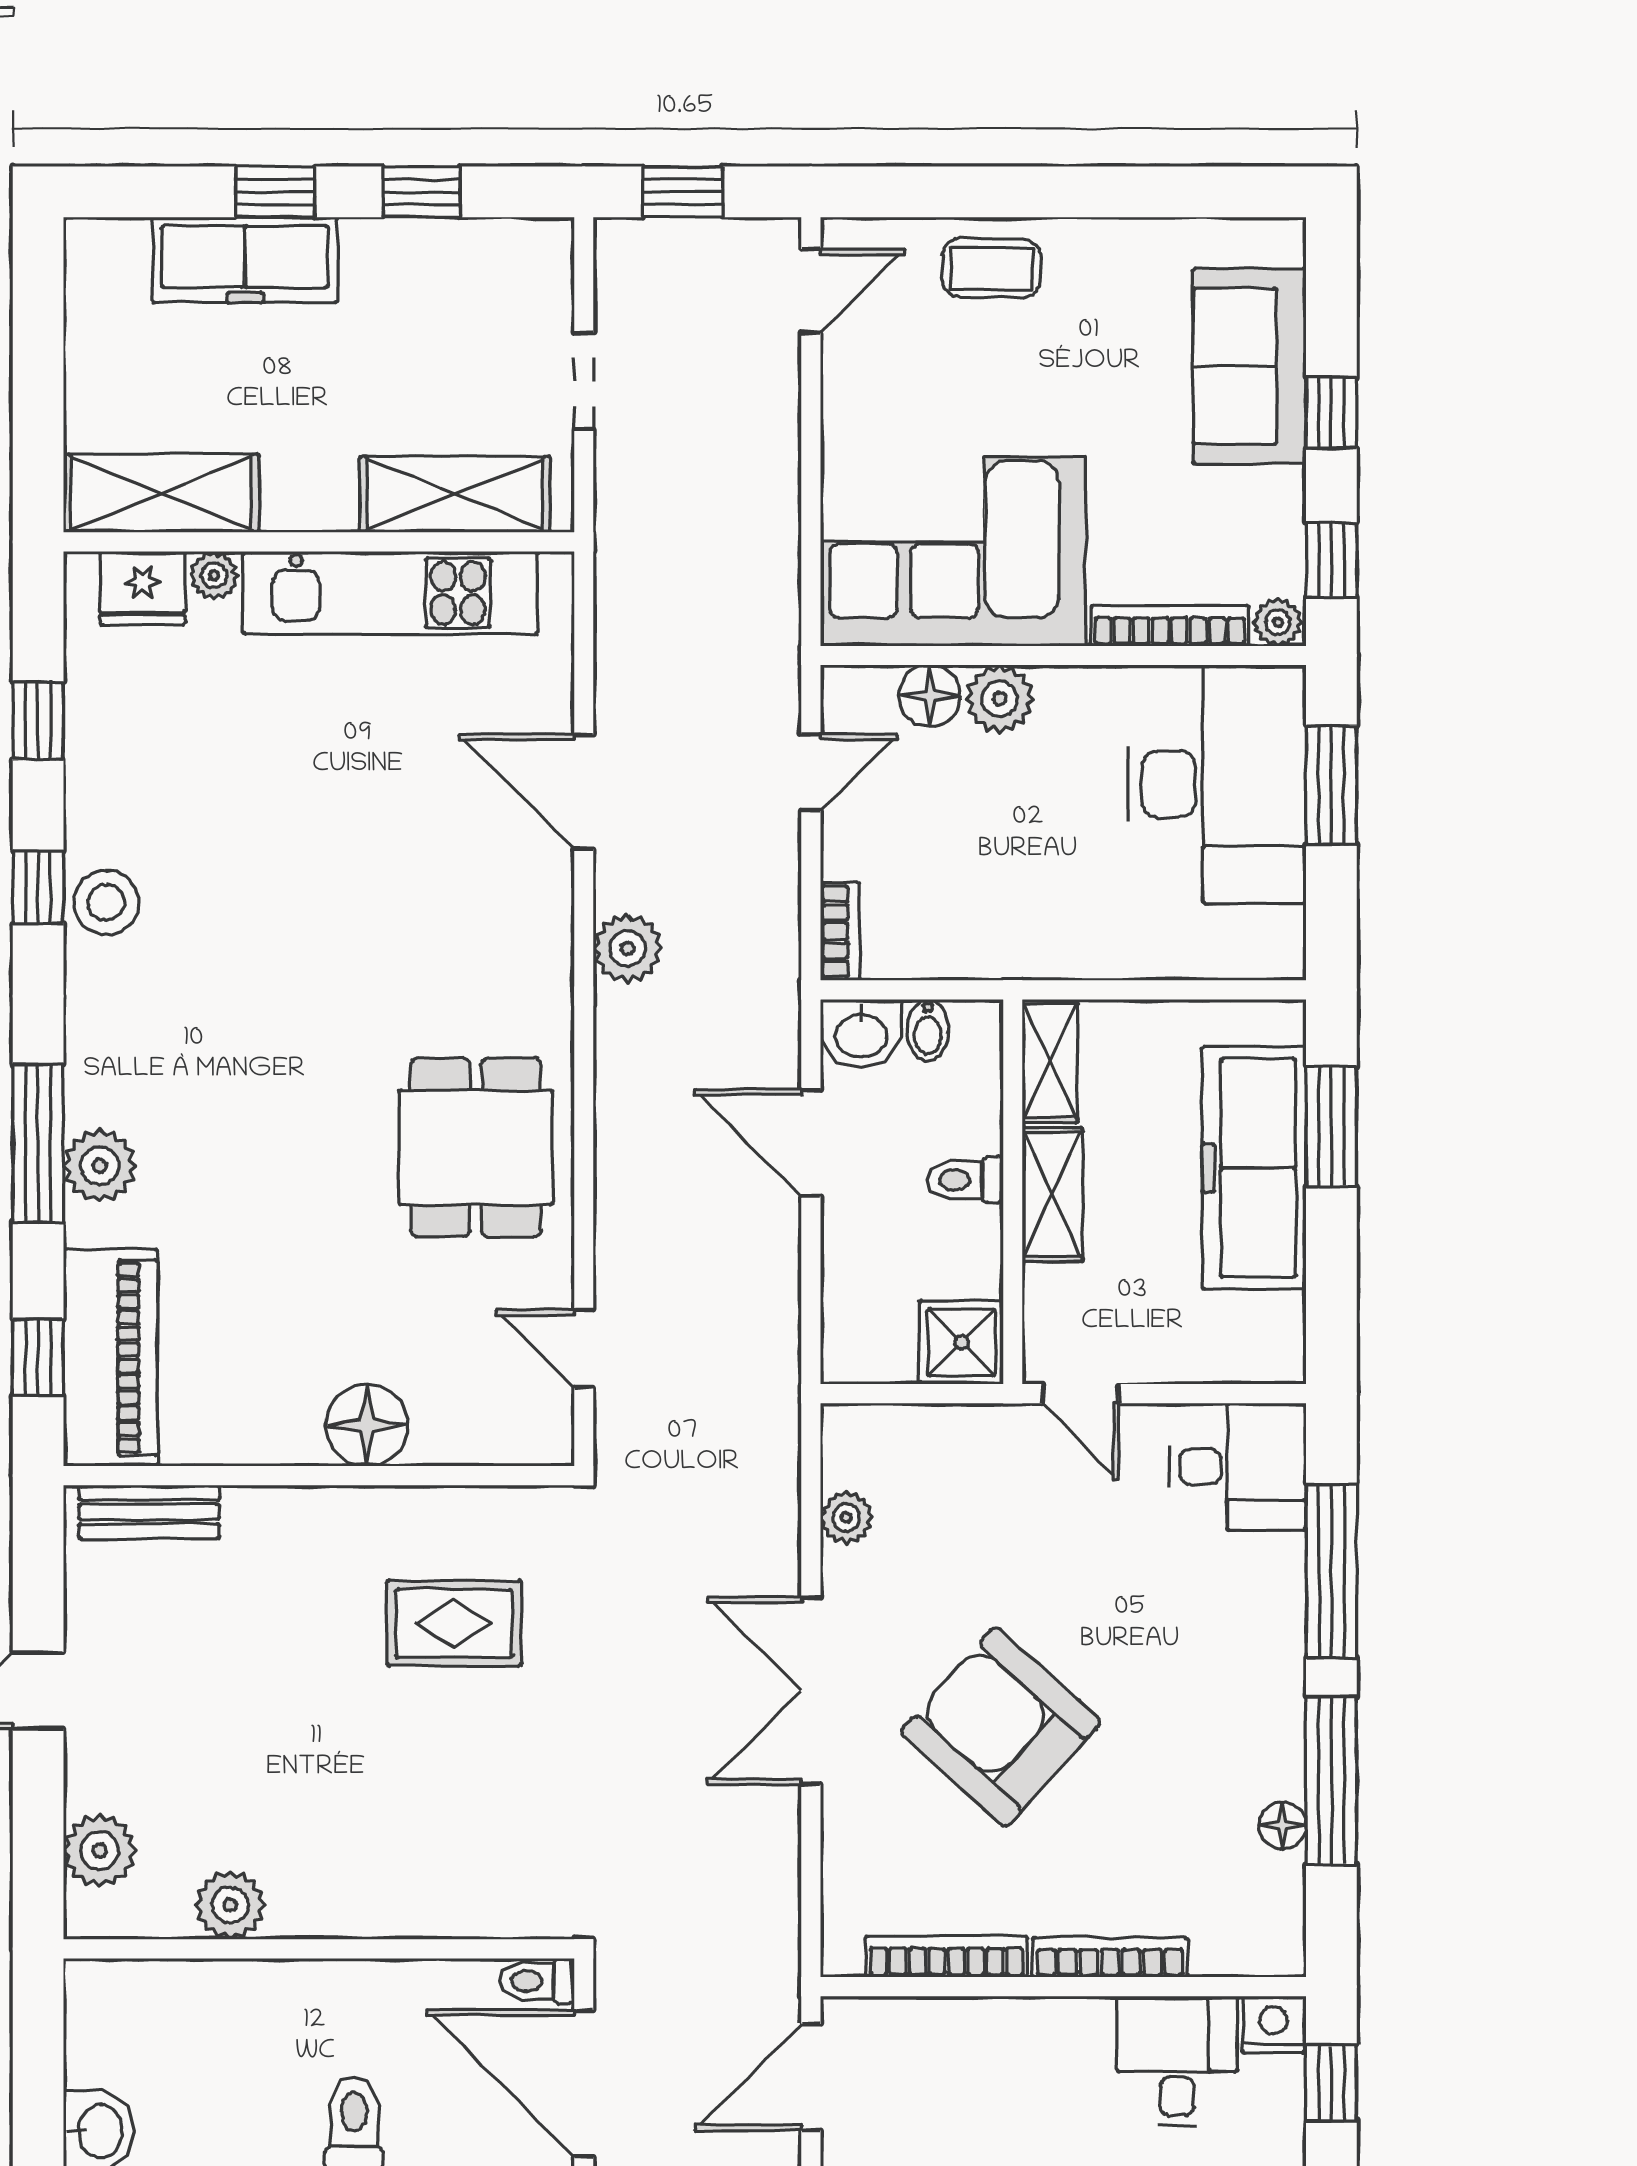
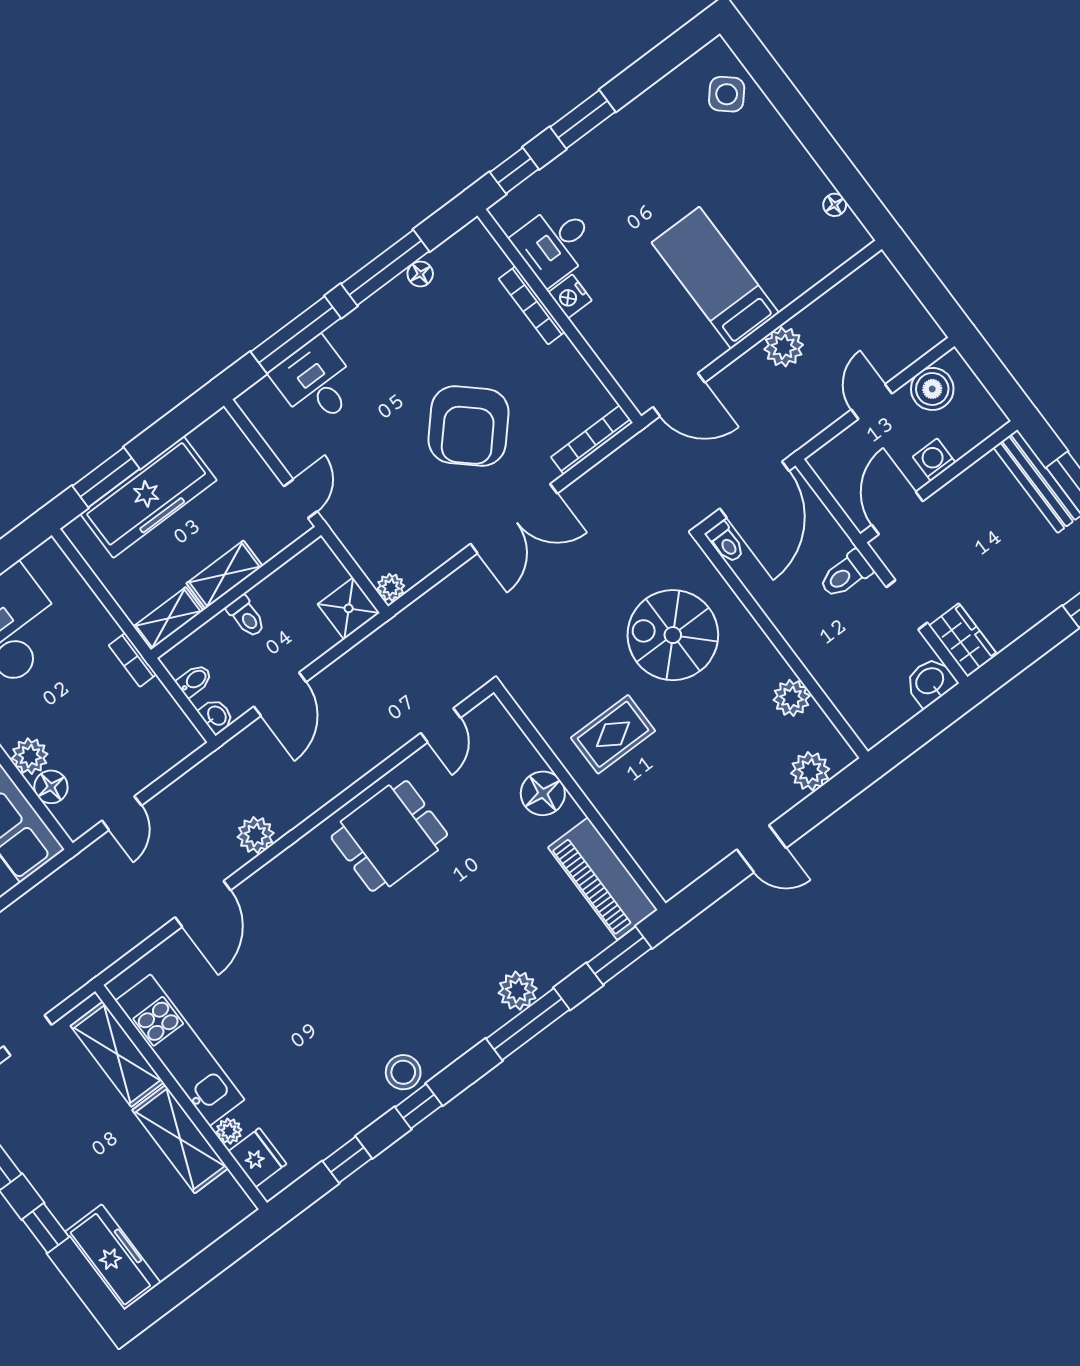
freezer: (245, 260) -> (113, 1257), moved
shelving: (161, 493) -> (180, 1139), moved
door: (811, 772) -> (122, 813), swing flipped
bookcase: (840, 931) -> (133, 660), moved, turned -90
washbasin: (861, 1034) -> (216, 716), width x0.72, depth x0.69
shower: (961, 1342) -> (349, 608), moved
window: (38, 1357) -> (619, 956), width x1.50
piano: (110, 1358) -> (603, 879), moved, turned -90
desk: (1238, 1467) -> (316, 382), moved
bench: (149, 1512) -> (650, 859), removed
plant: (846, 1517) -> (391, 587), moved
rug: (454, 1623) -> (613, 734), moved, turned 90
spiral stairs: (458, 1798) -> (673, 635), added
bookcase: (947, 1957) -> (592, 440), moved, turned 90
nightstand: (1273, 2025) -> (570, 296), moved

